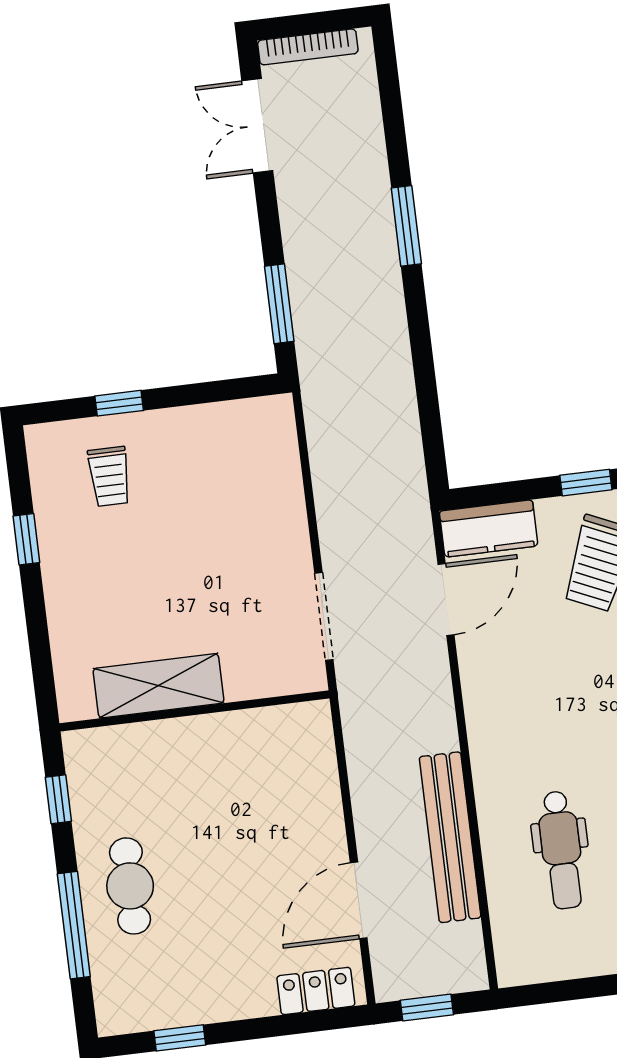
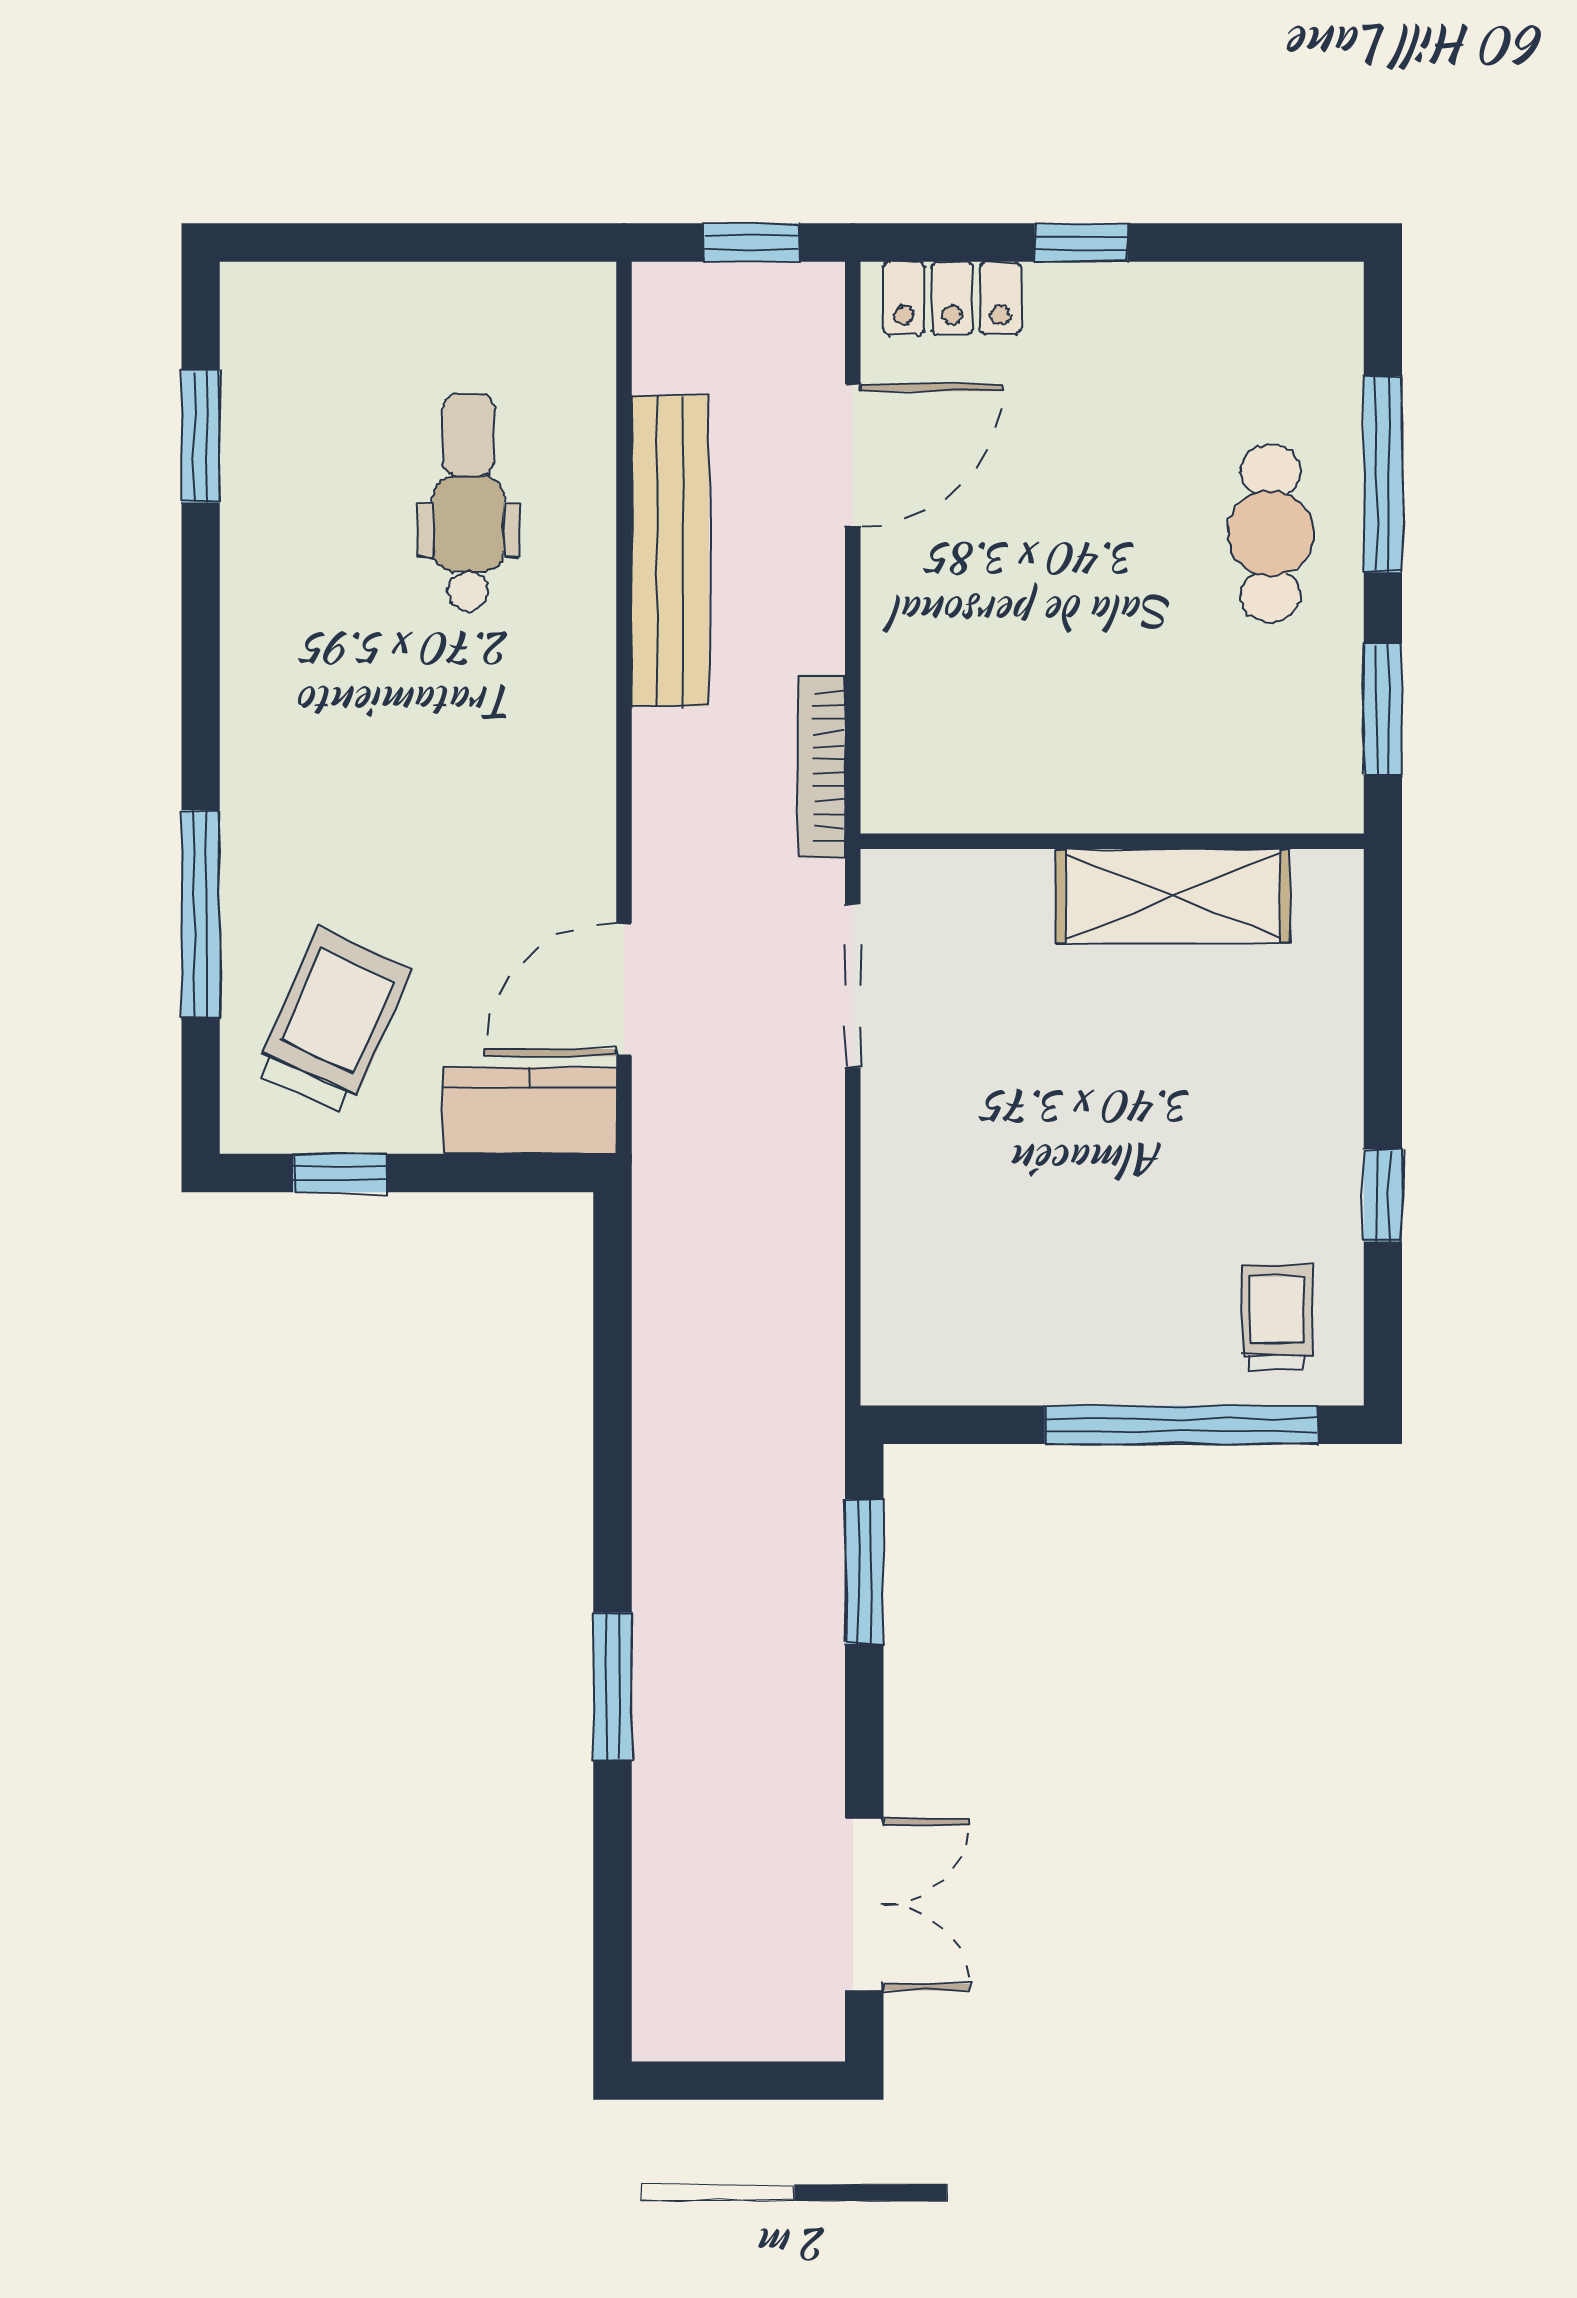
bookcase: (308, 47) -> (822, 766), moved, turned -90
window: (119, 403) -> (1181, 1425), width x3.17
trolley: (109, 476) -> (1277, 1317), moved
window: (58, 799) -> (1383, 709), width x1.50
window: (180, 1038) -> (1081, 243), moved

